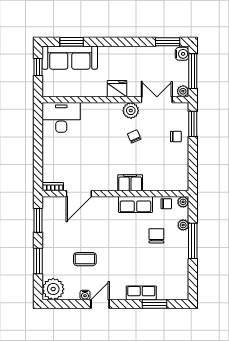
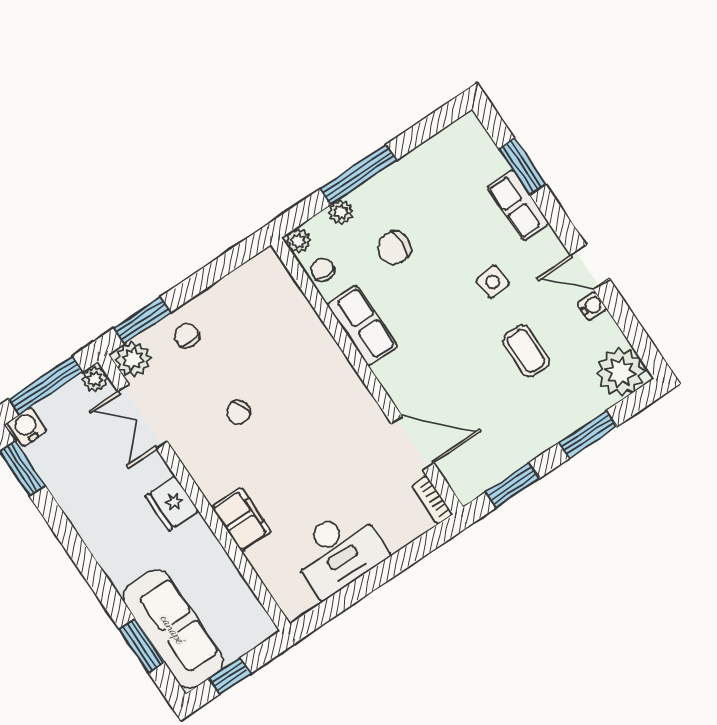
plant: (131, 111) -> (133, 359), moved
desk: (61, 117) -> (338, 552), moved, turned -90
filing cabinet: (130, 183) -> (241, 519), moved, turned 180
side table: (119, 264) -> (493, 282), added

